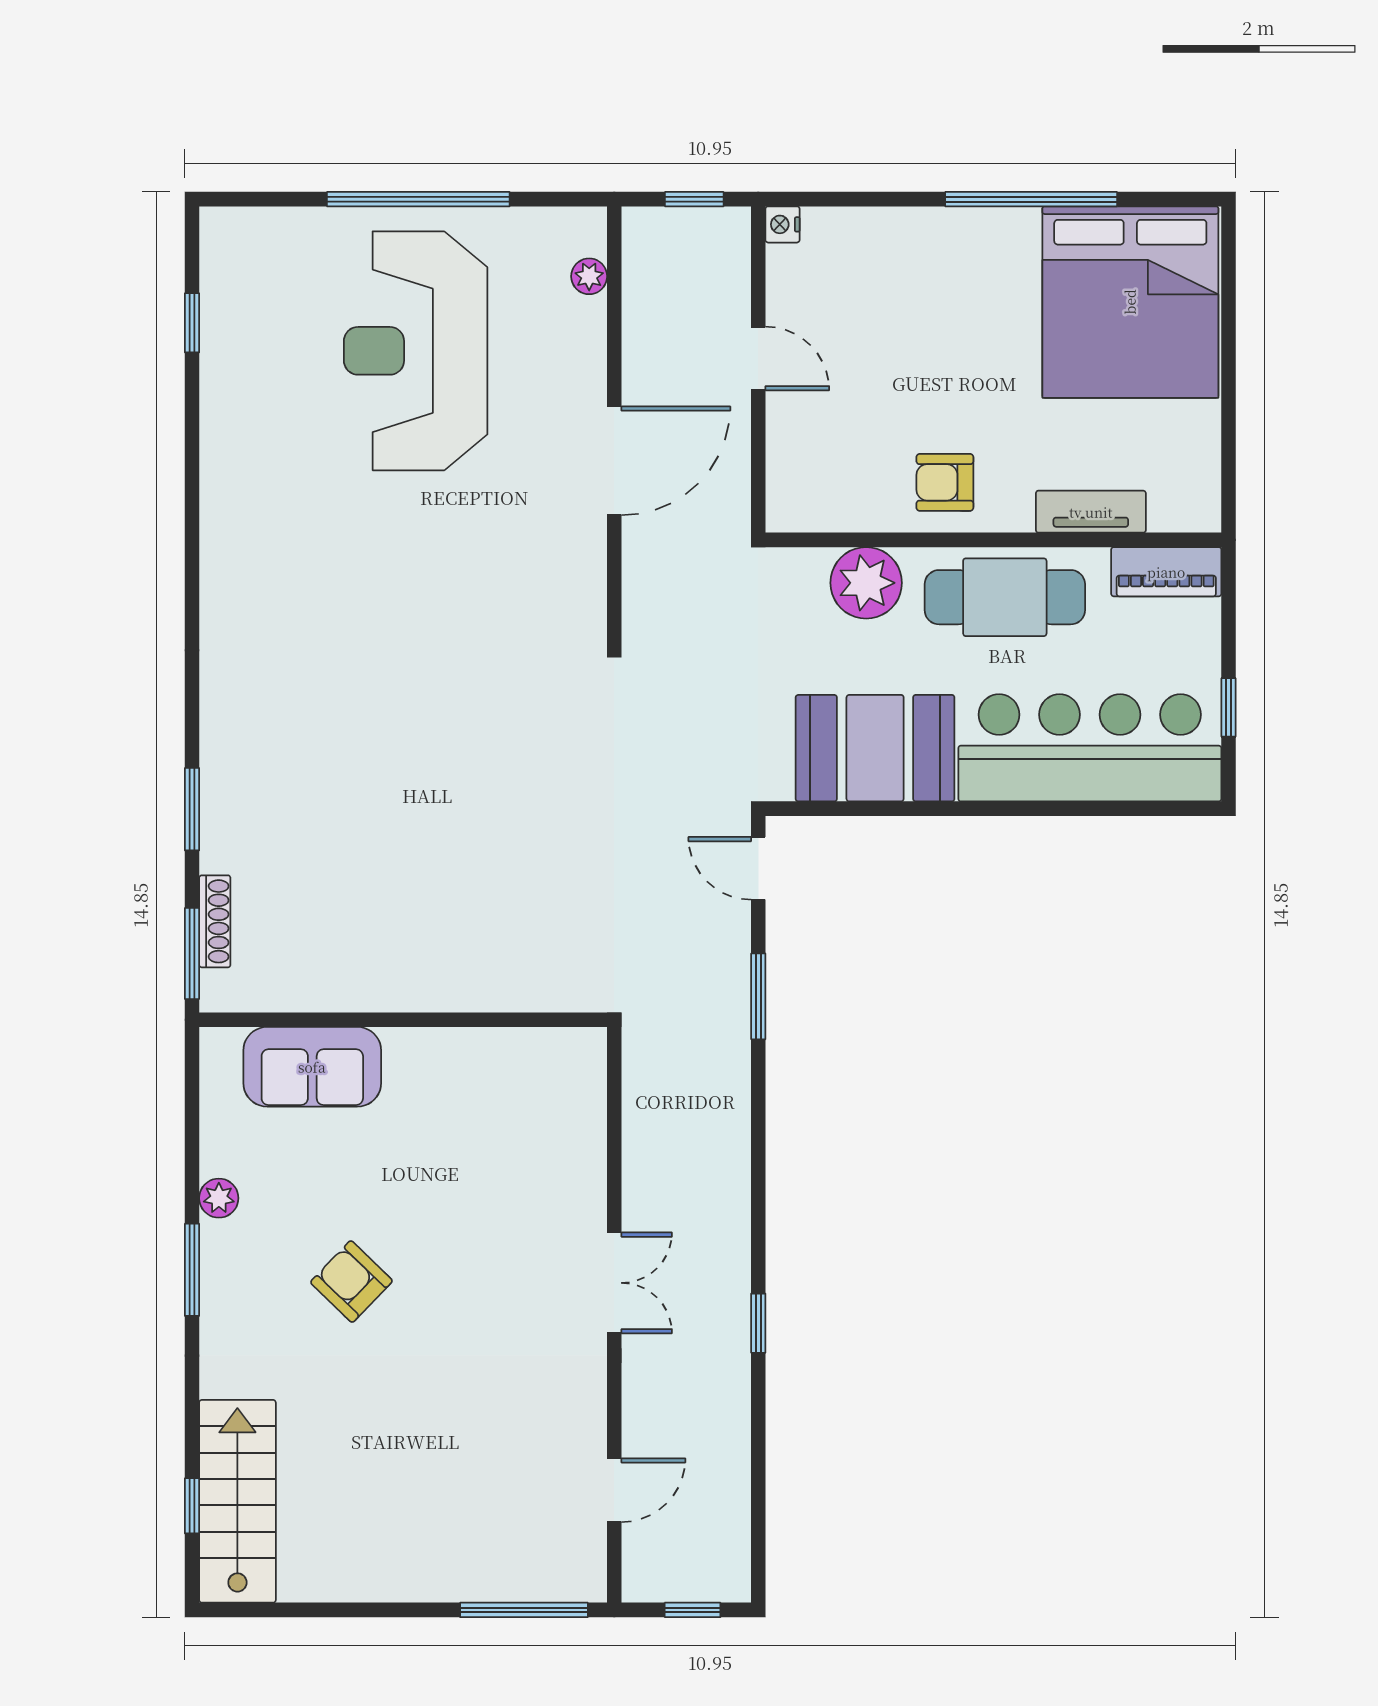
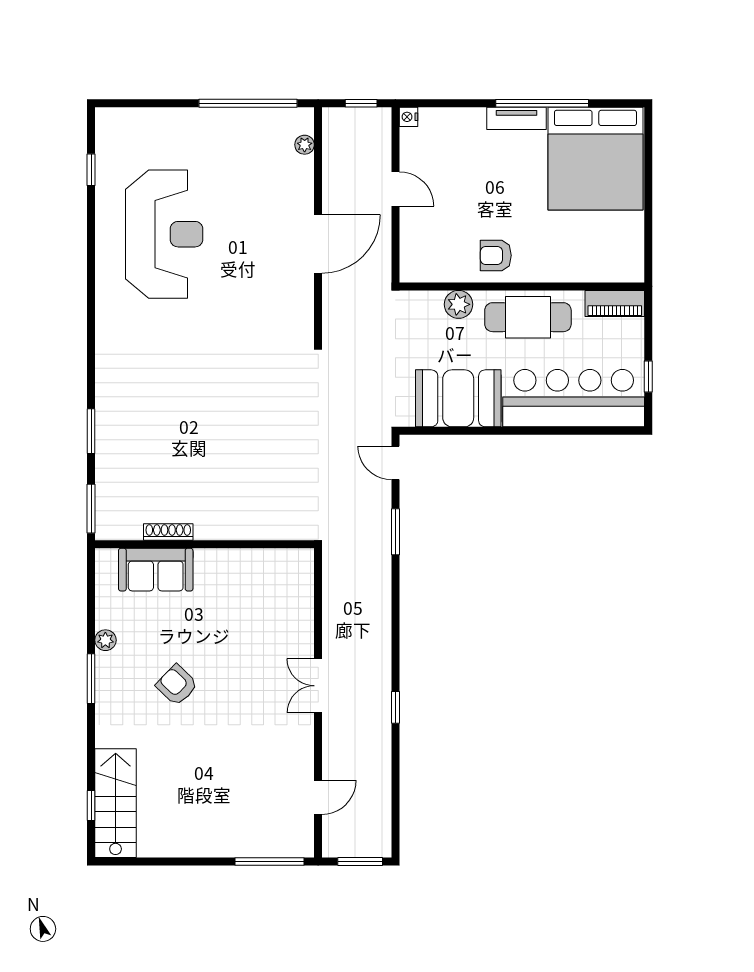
window: (418, 199) -> (248, 103), moved
reception desk: (416, 351) -> (164, 234), moved, turned 180
tv unit: (1091, 512) -> (517, 118), moved, turned 180
plant: (866, 583) -> (459, 304), width x0.73, depth x0.73
shoe rack: (215, 921) -> (168, 532), moved, turned -90
double door: (614, 1283) -> (318, 686), swing flipped
window: (693, 1610) -> (360, 862), width x1.50

